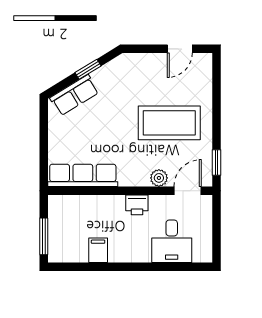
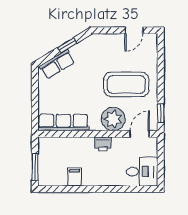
plant: (159, 178) -> (113, 119), width x1.88, depth x1.88
desk: (172, 241) -> (142, 172), moved, turned -90

